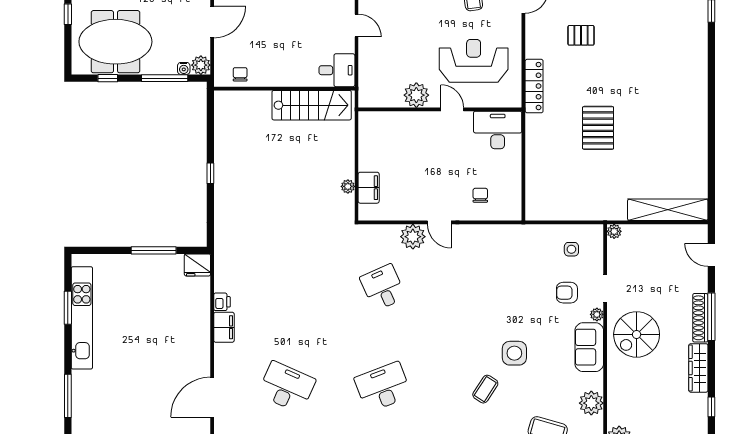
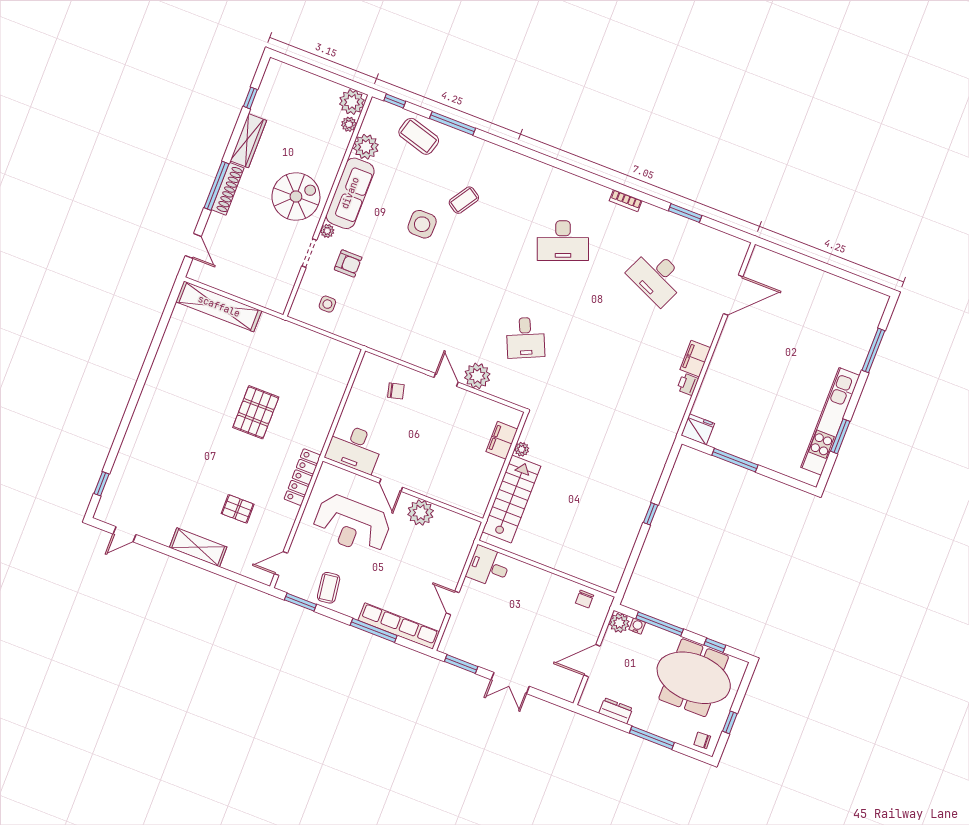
stairs: (312, 105) -> (511, 499), moved, turned 90
chair: (480, 195) -> (396, 391), turned -104
plant: (614, 231) -> (349, 124), moved
sofa: (589, 347) -> (350, 193), width x1.36

